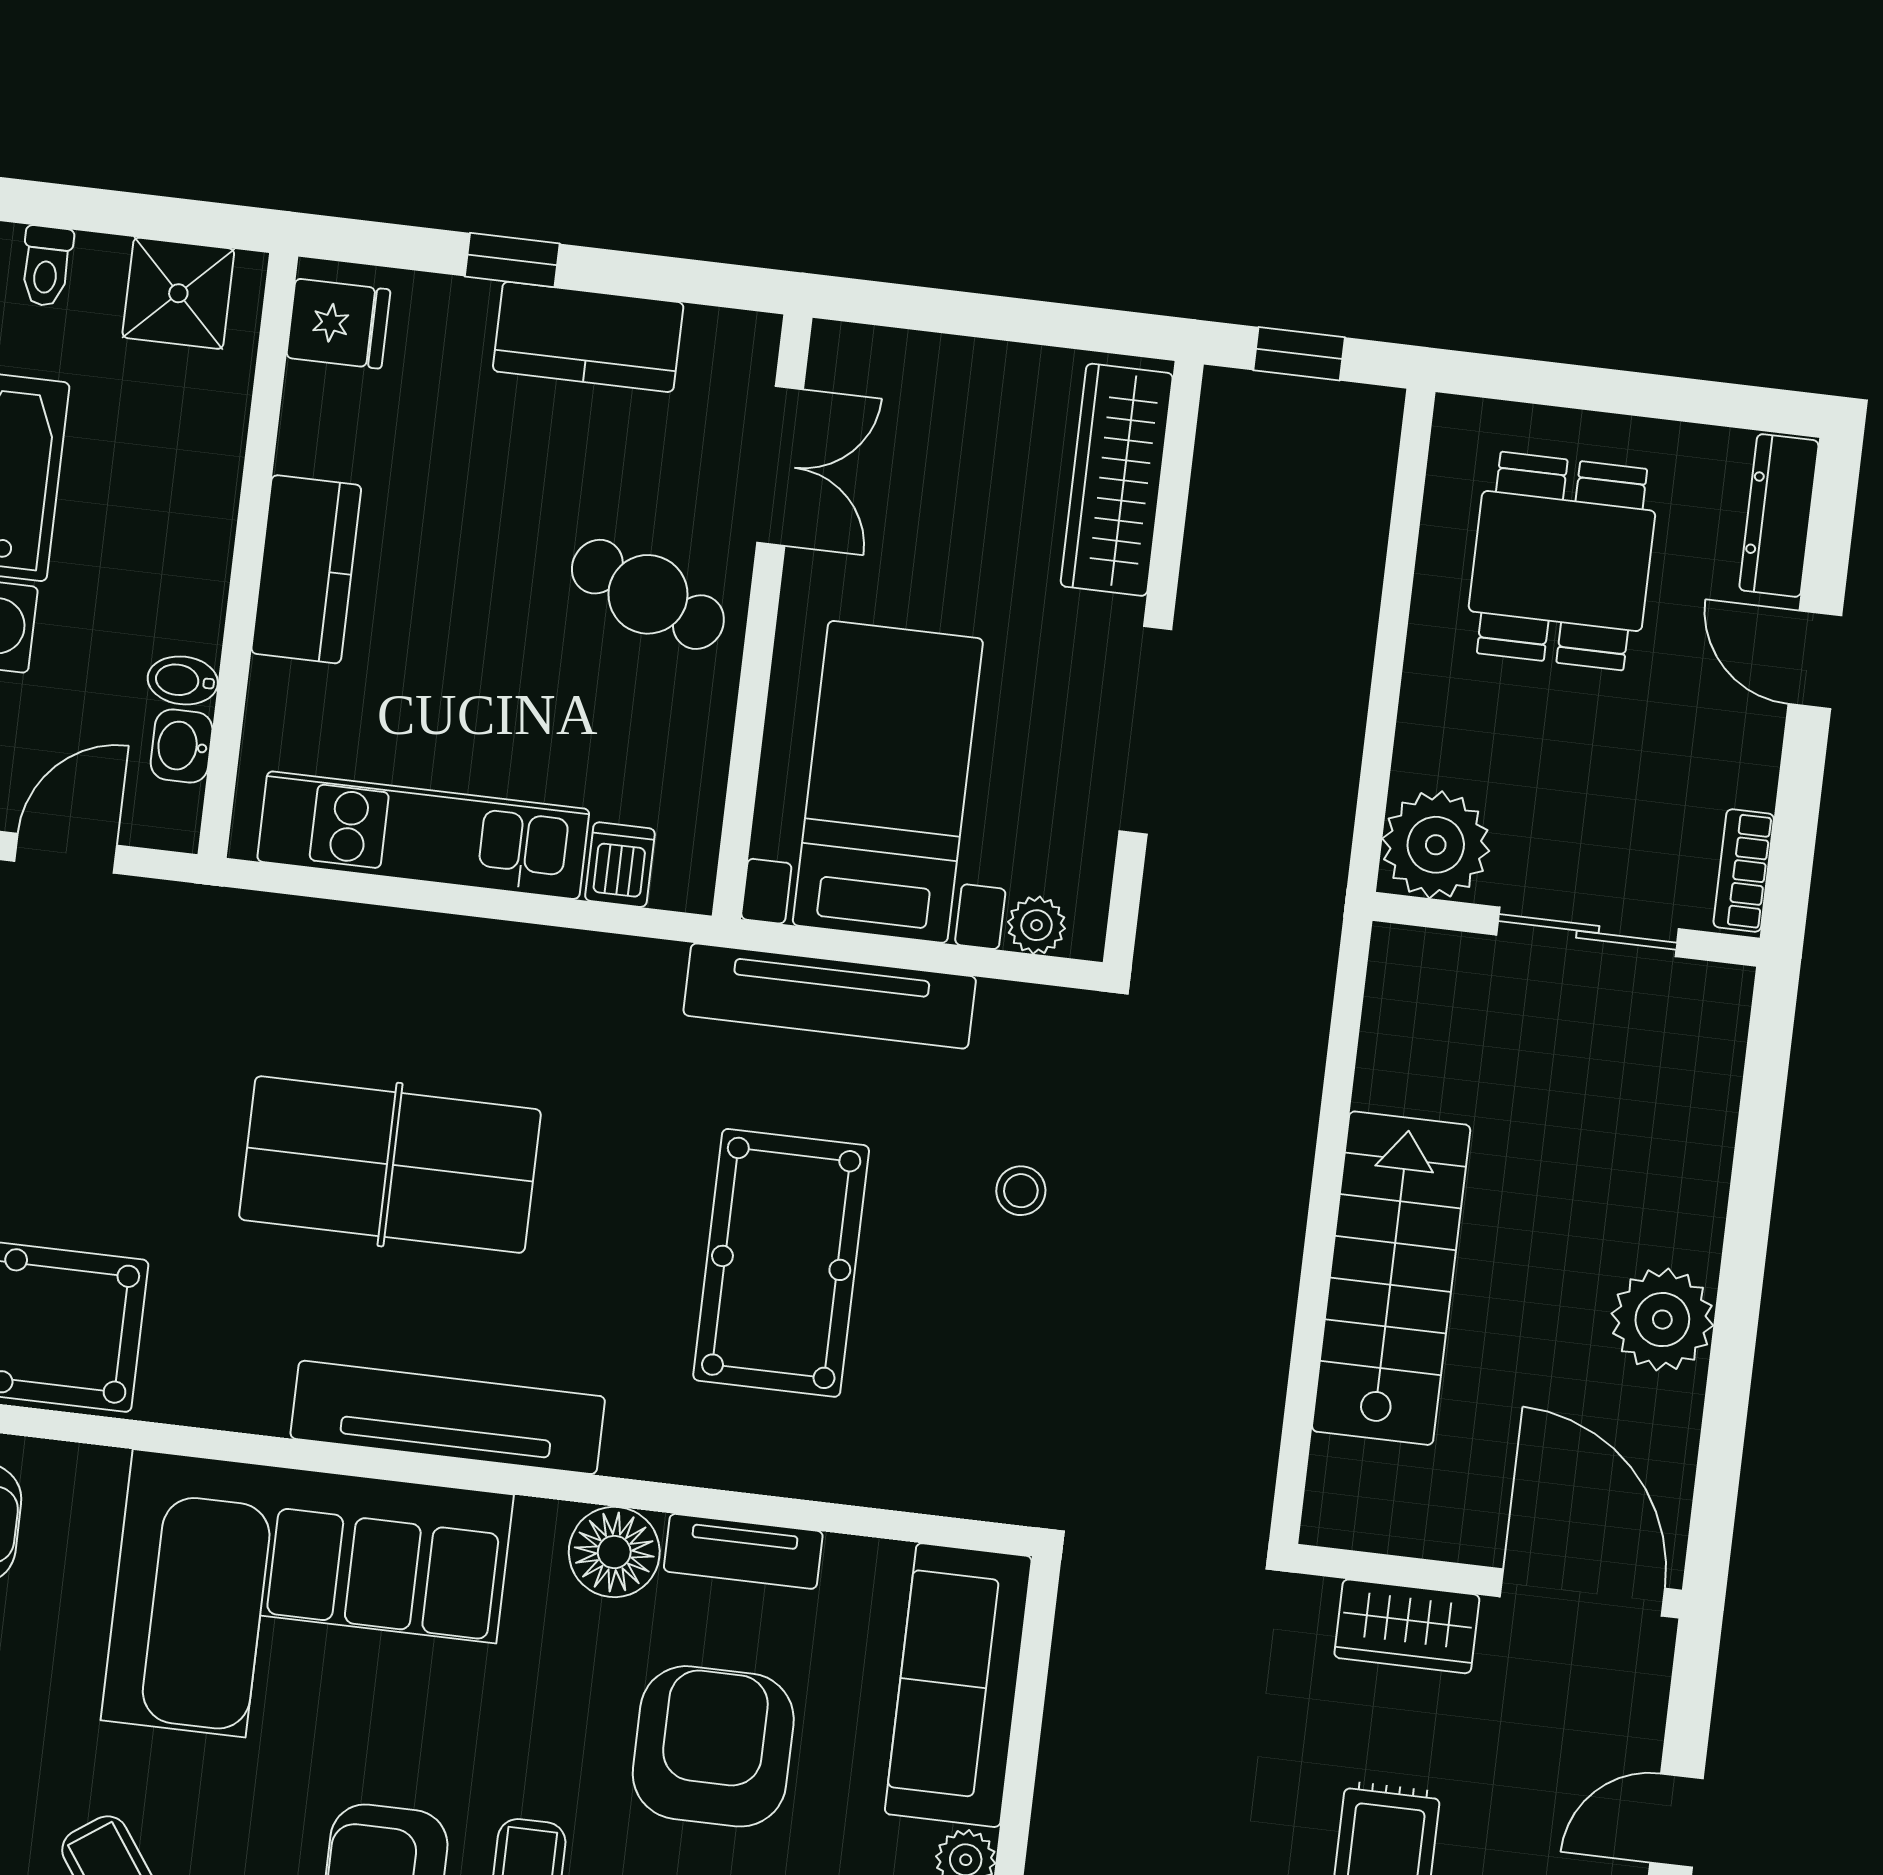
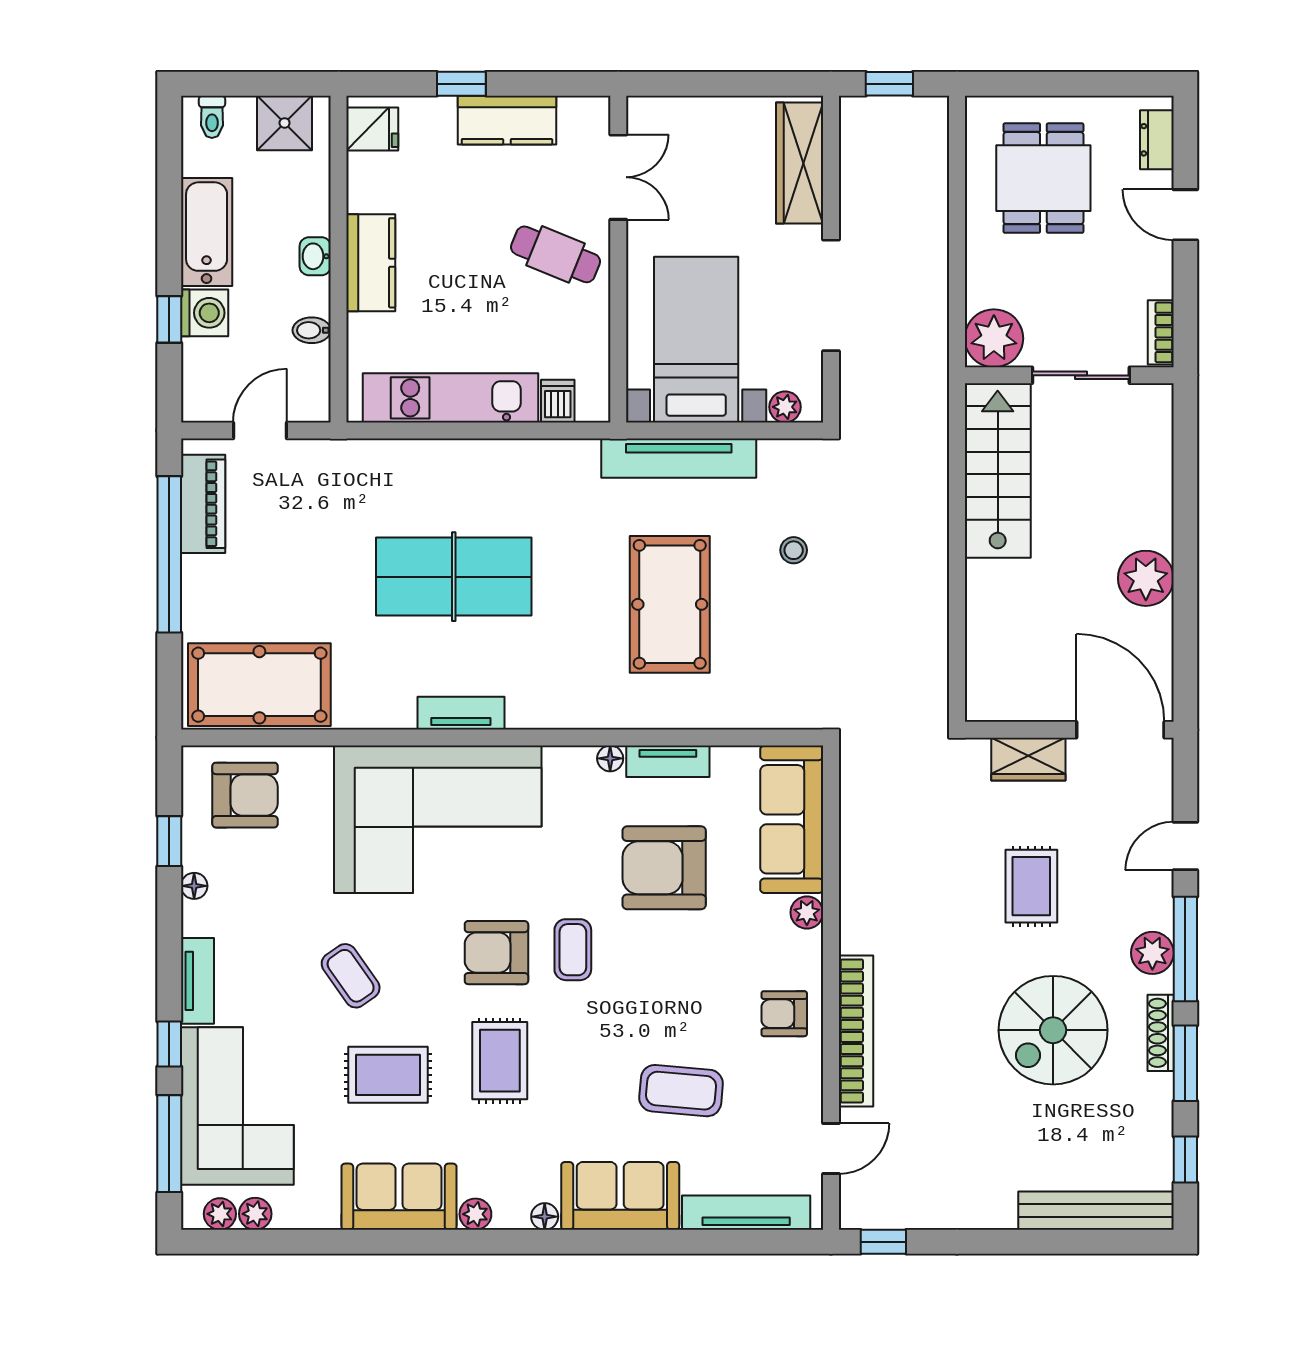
dresser: (1779, 515) -> (1157, 140), width x0.70
washbasin: (182, 746) -> (315, 256), moved
stairs: (1391, 1278) -> (998, 471), moved
tv unit: (448, 1417) -> (461, 713), width x0.52, depth x0.78
floor lamp: (614, 1552) -> (610, 758), width x0.53, depth x0.53
armchair: (713, 1746) -> (664, 868), turned -90

